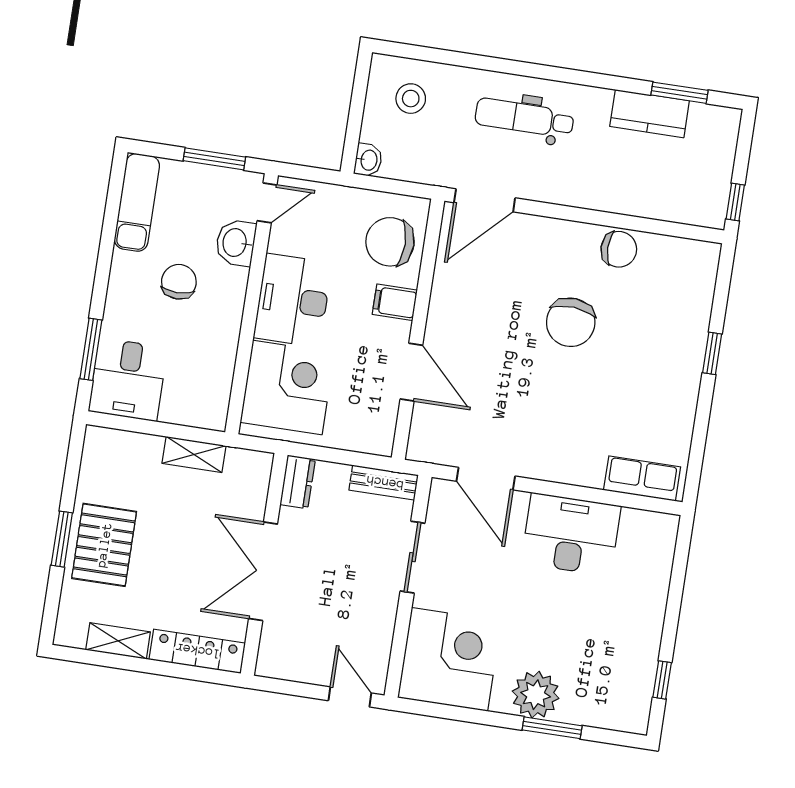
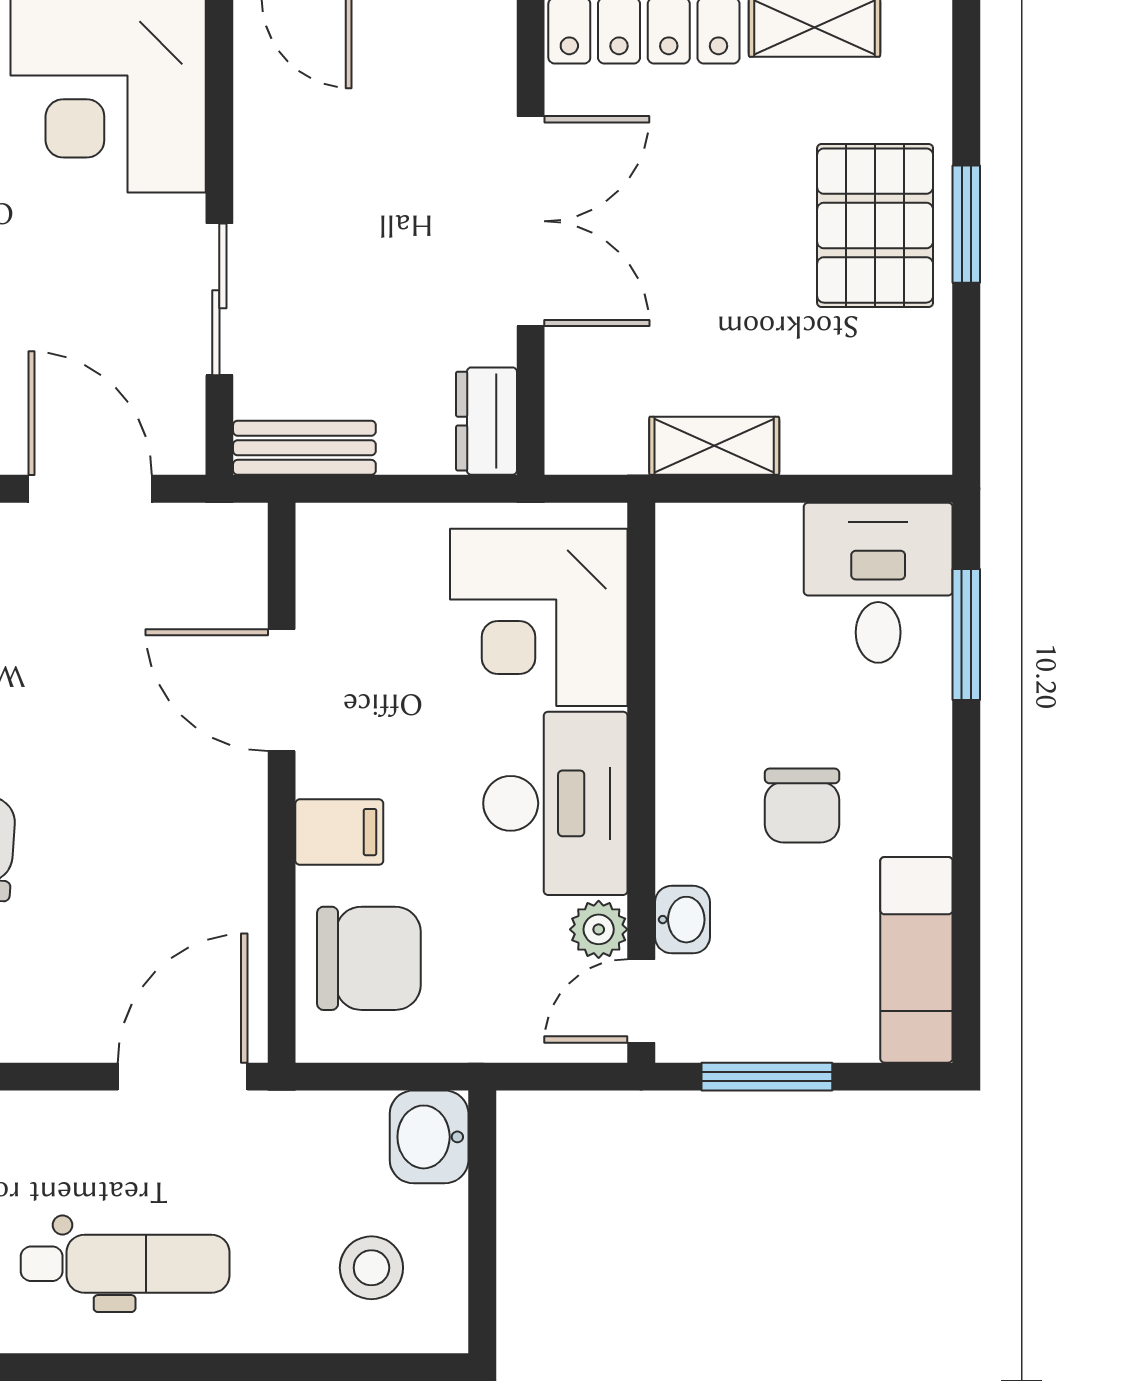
washbasin: (368, 160) -> (429, 1137), width x1.38, depth x1.45
plant: (282, 239) -> (599, 929), added
washbasin: (236, 243) -> (682, 920), width x0.72, depth x0.69

